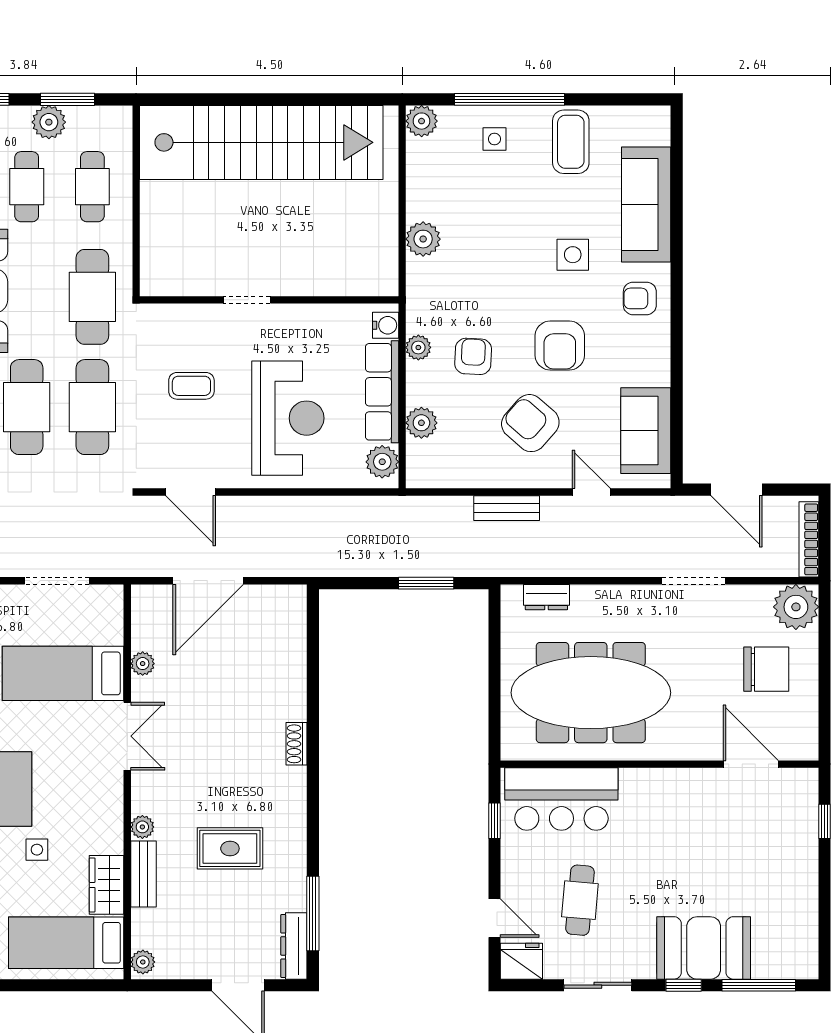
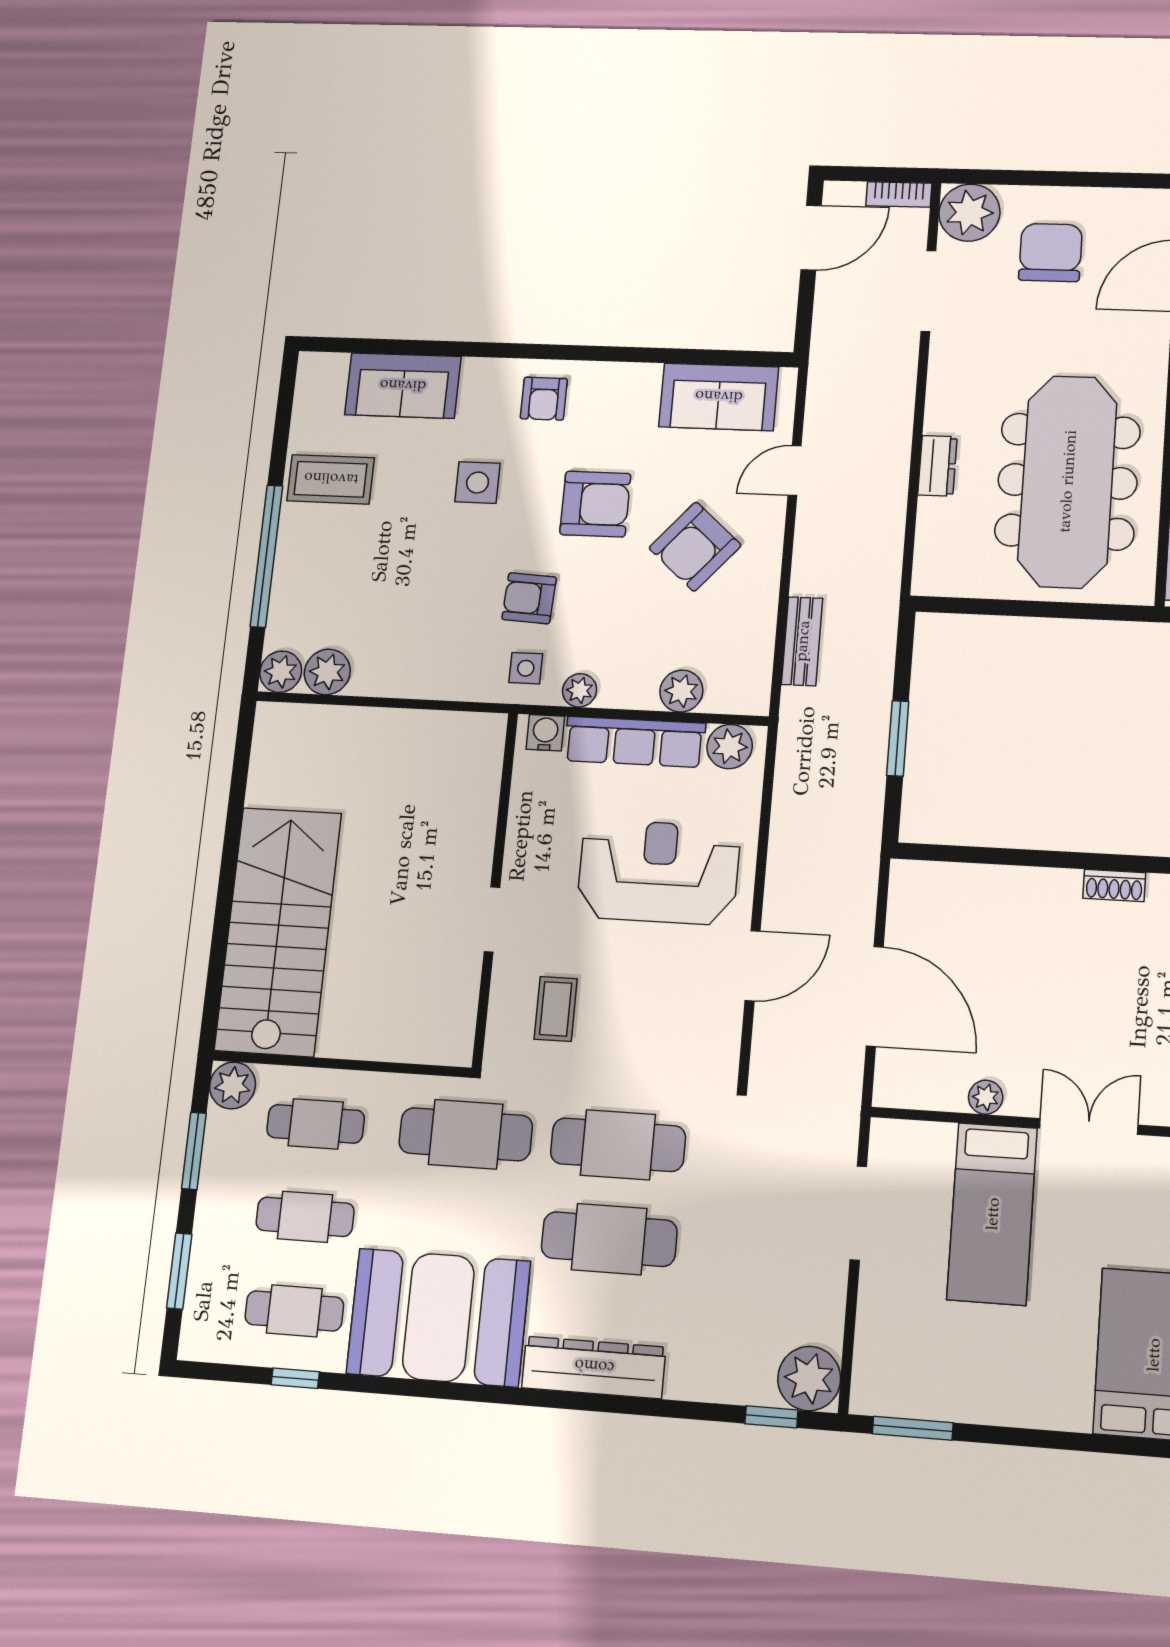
plant: (49, 122) -> (233, 1085), moved
side table: (494, 139) -> (526, 668), moved
stairs: (261, 142) -> (278, 931), width x0.73
sofa: (646, 205) -> (403, 386), width x0.73
plant: (423, 239) -> (327, 672), moved
armchair: (473, 356) -> (529, 598), moved
coffee table: (191, 386) -> (556, 1009), moved
door: (736, 490) -> (811, 238), moved
door: (191, 492) -> (753, 966), moved
bench: (507, 508) -> (802, 641), moved
bookcase: (809, 539) -> (899, 194), width x0.64
doorway: (694, 581) -> (928, 291), moved
window: (426, 583) -> (898, 738), moved
dresser: (546, 597) -> (937, 466), moved

